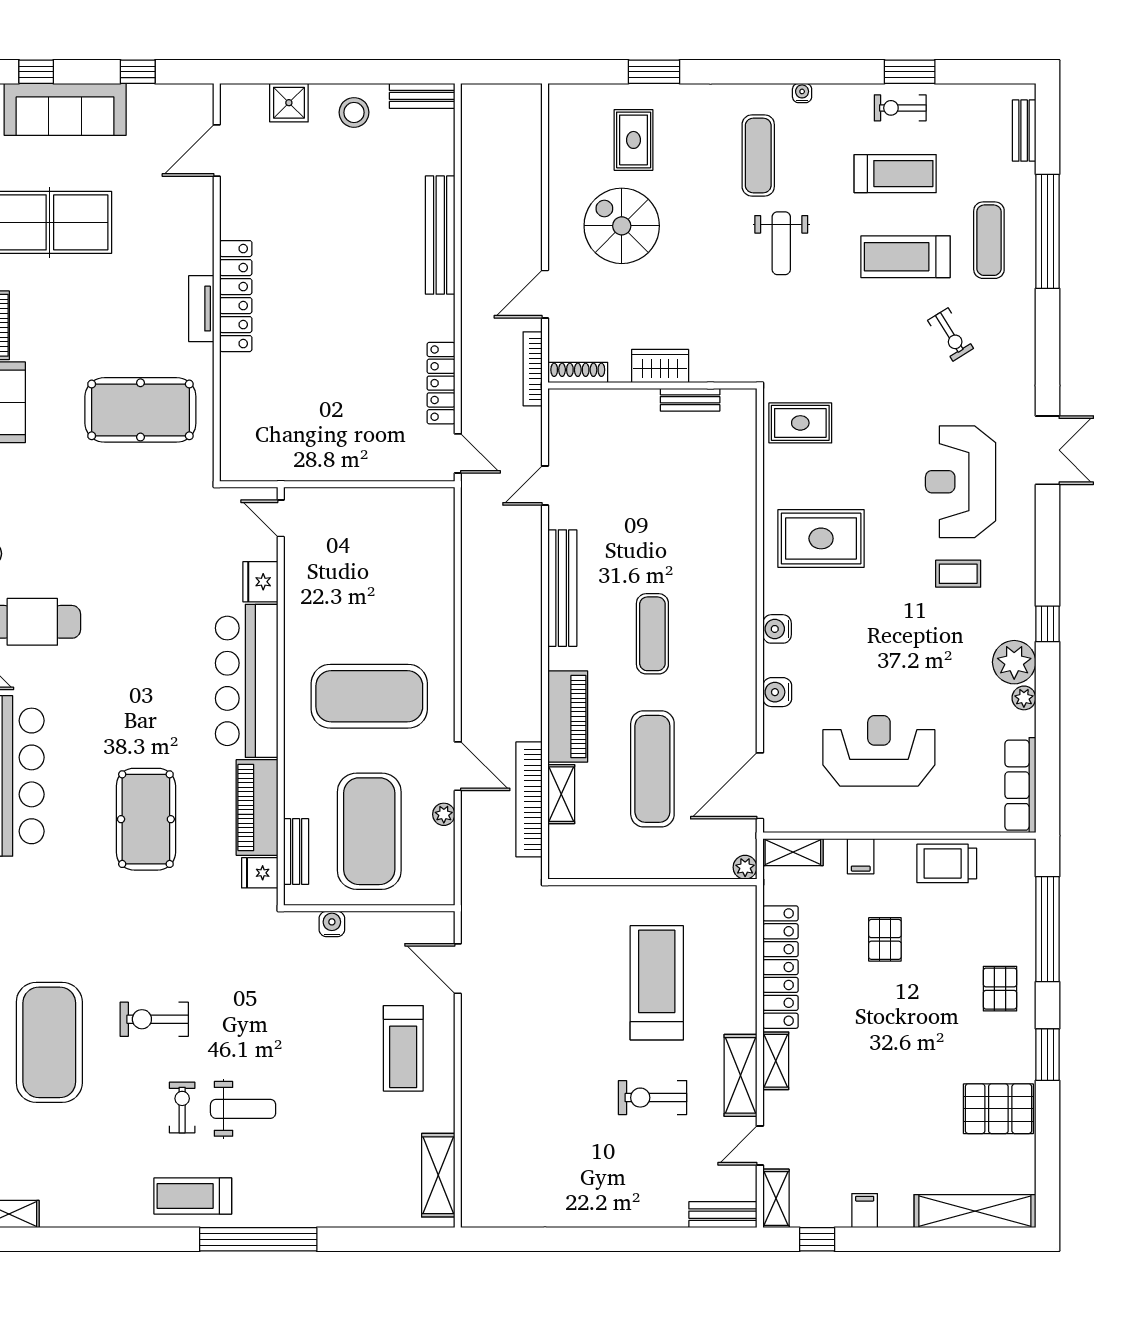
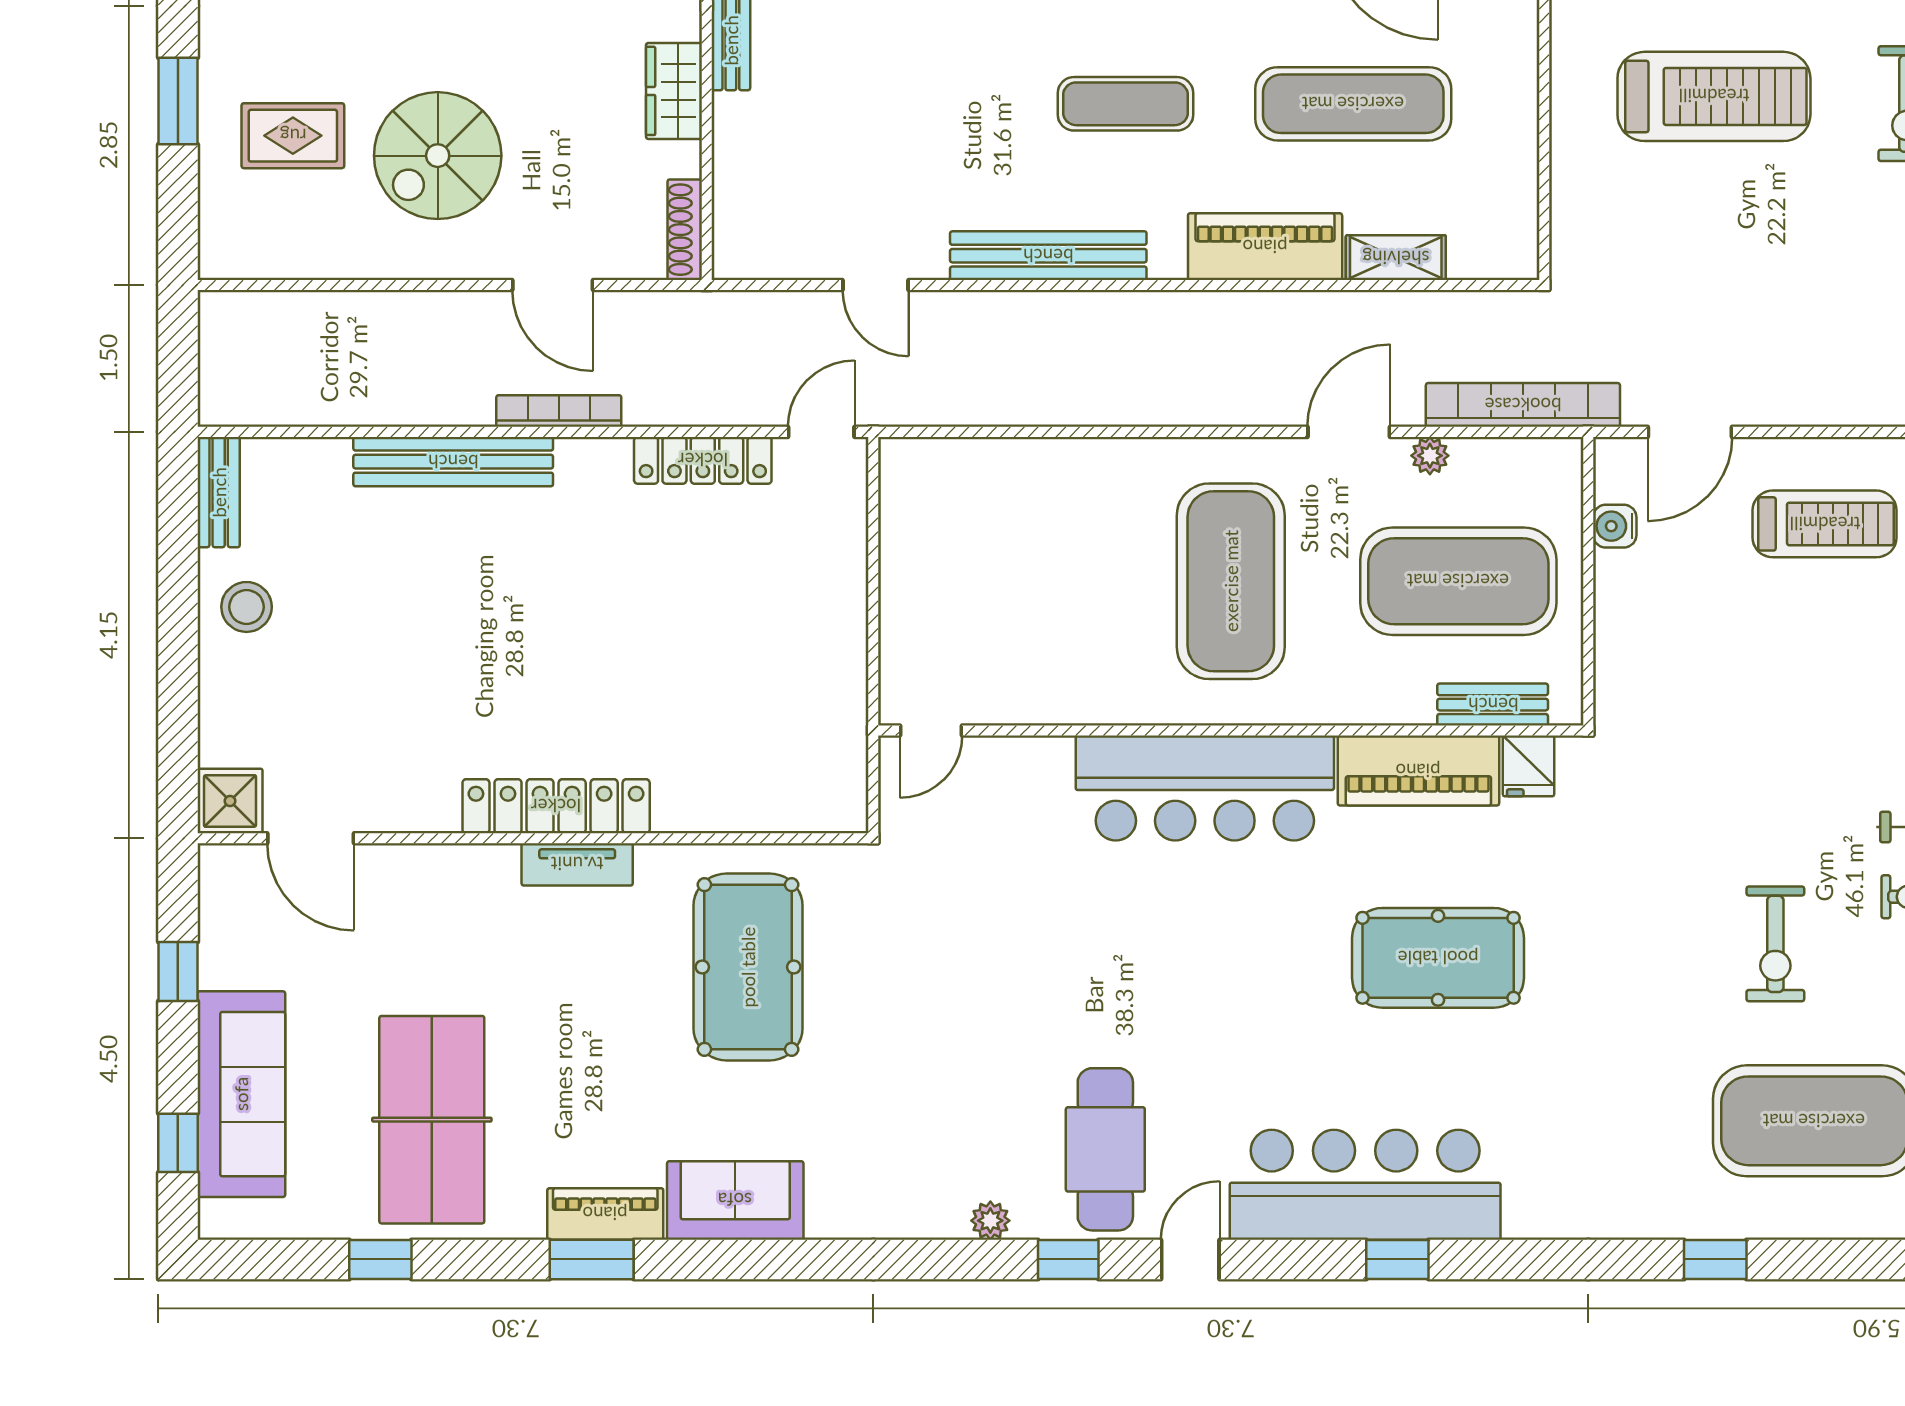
shower: (289, 103) -> (230, 801), moved
bookcase: (533, 369) -> (559, 411), moved, turned 180
fridge: (260, 582) -> (1038, 765), removed
bookcase: (529, 799) -> (1523, 405), moved, turned 180
water cooler: (332, 924) -> (1615, 526), moved
treadmill: (657, 983) -> (1714, 96), turned 180

